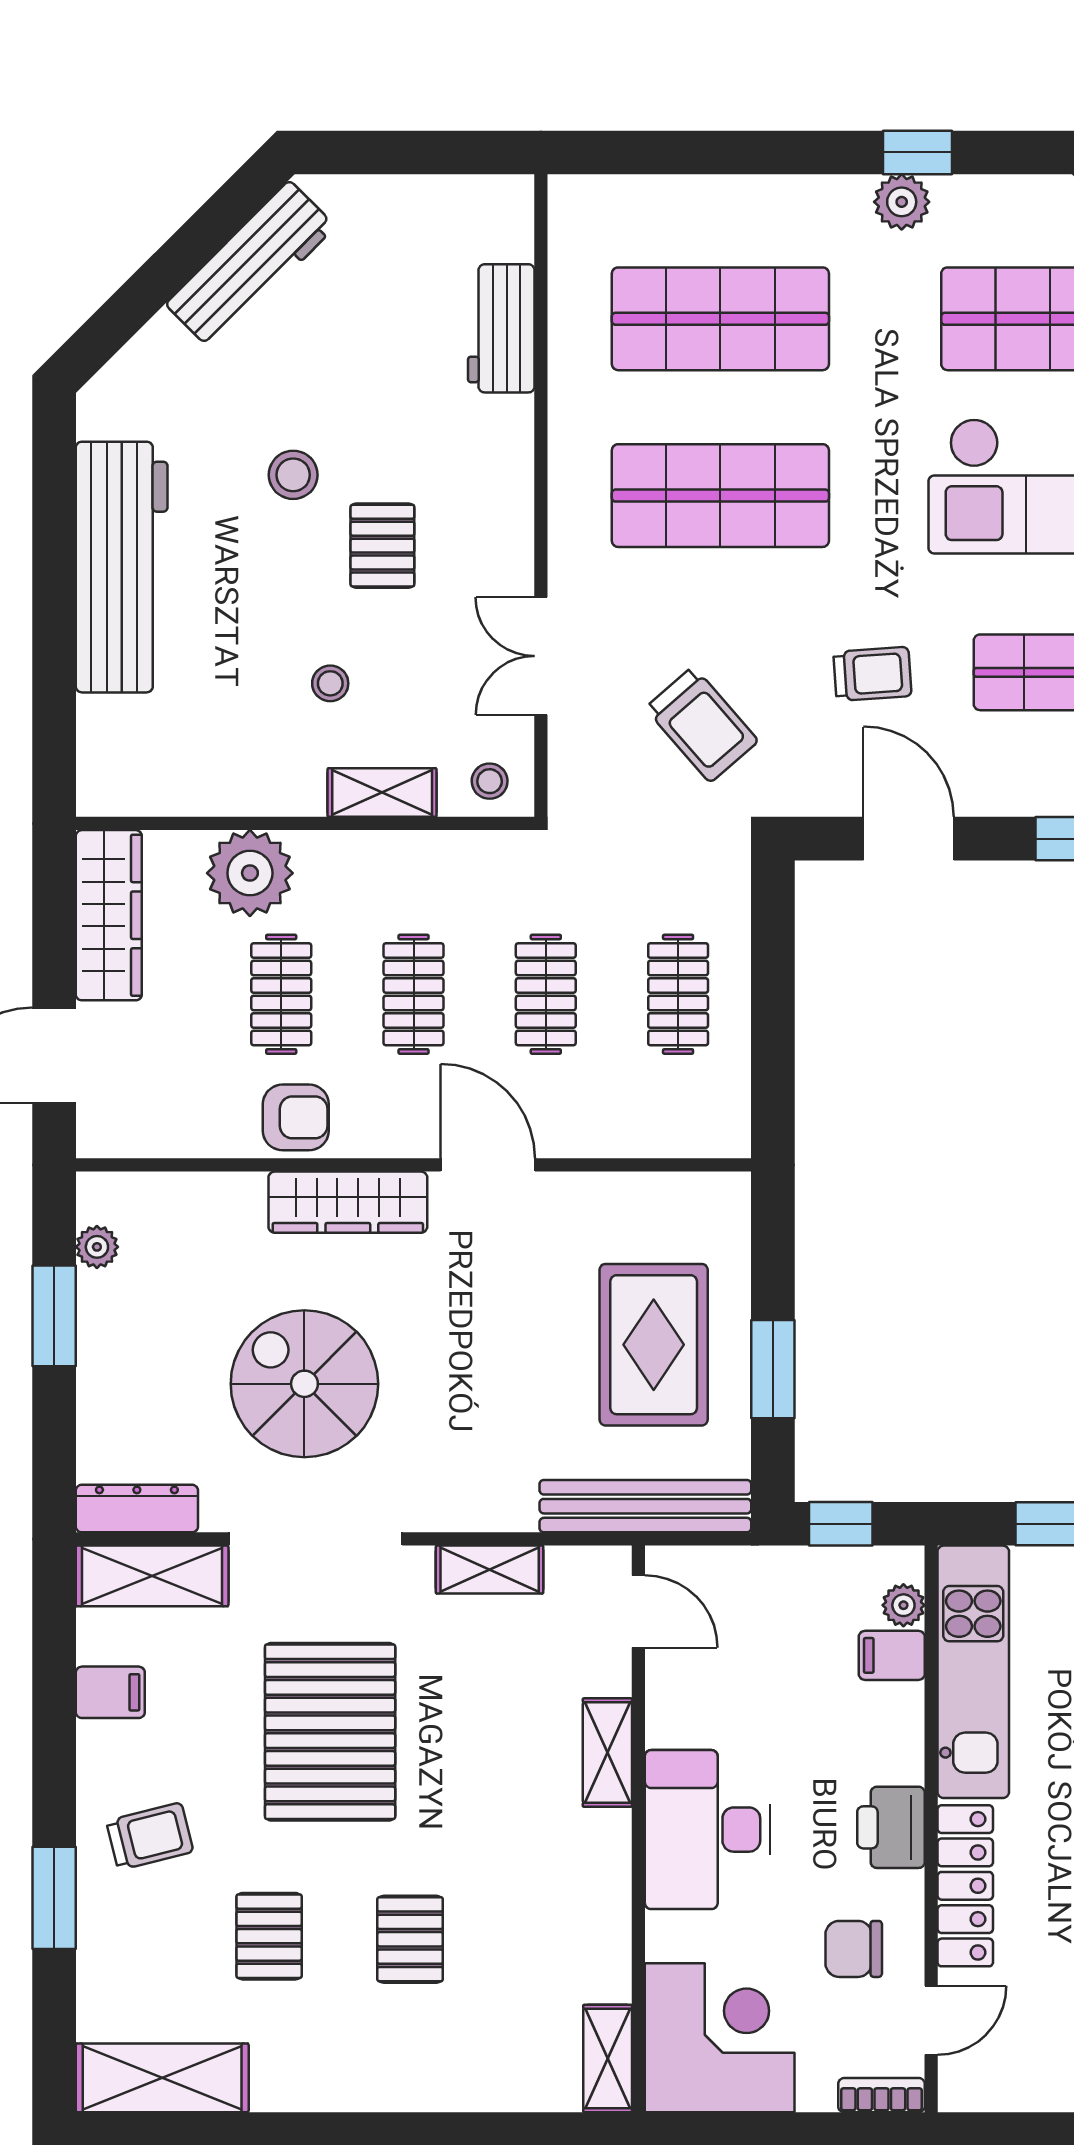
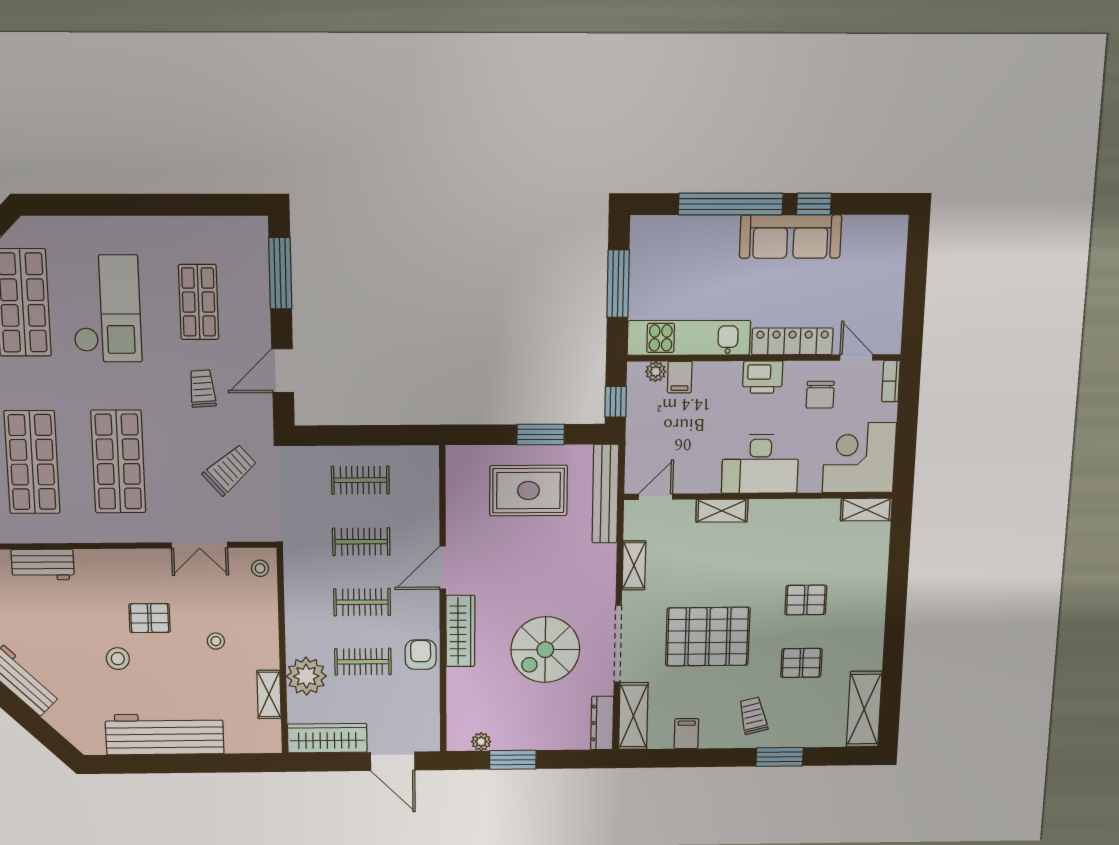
shelving: (382, 793) -> (269, 695), moved

